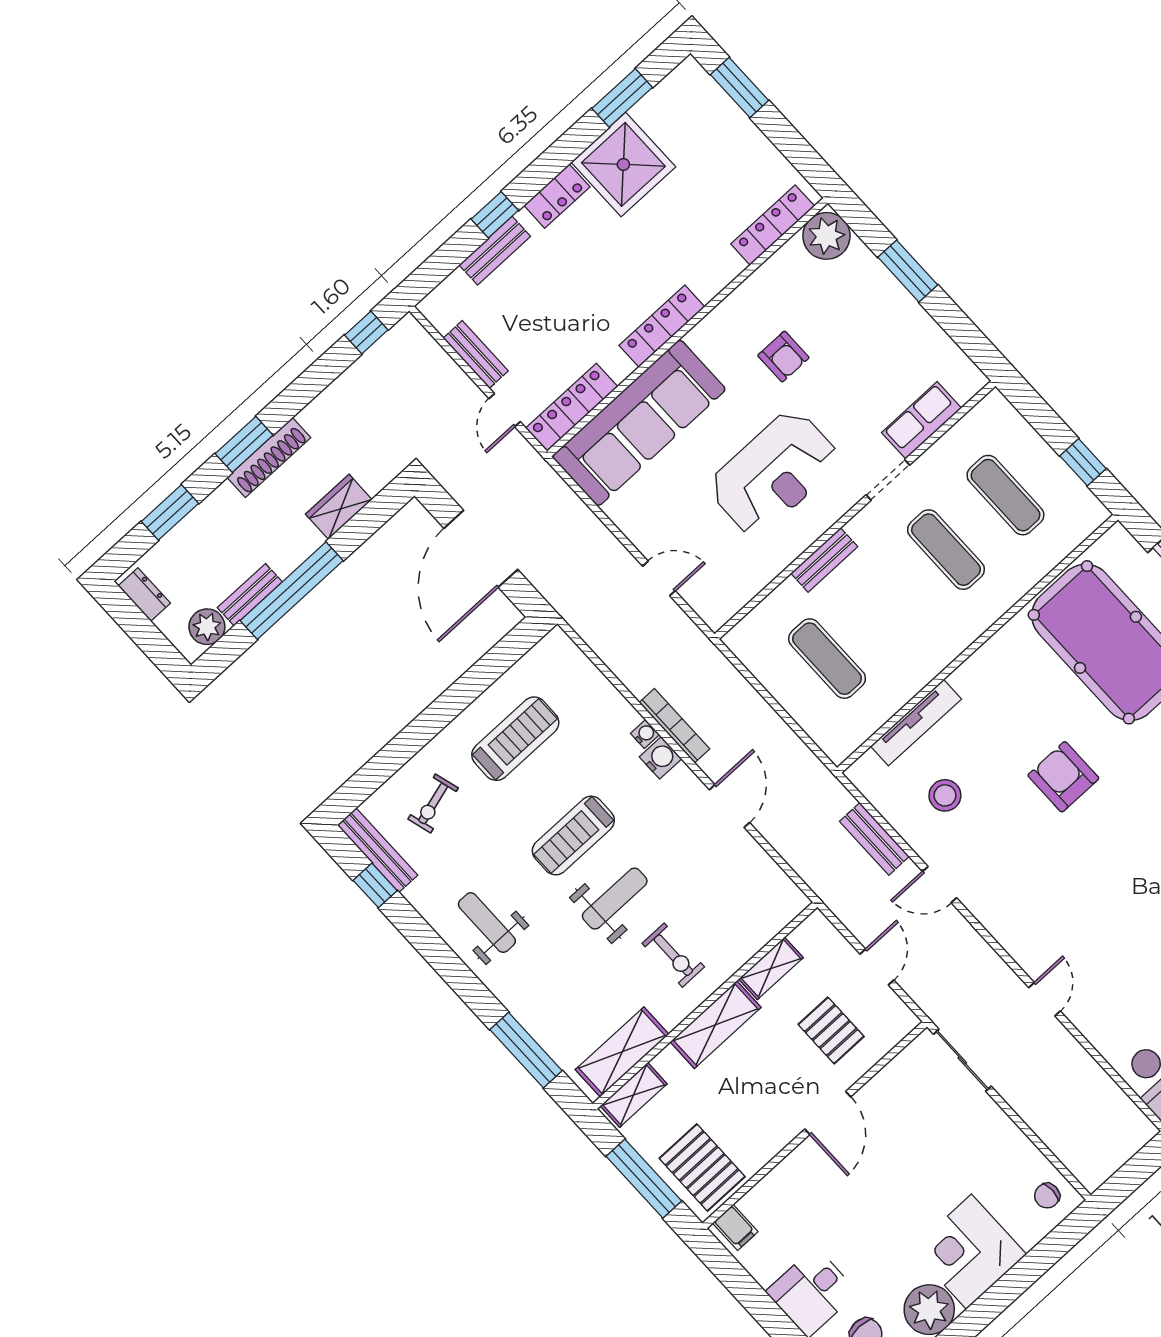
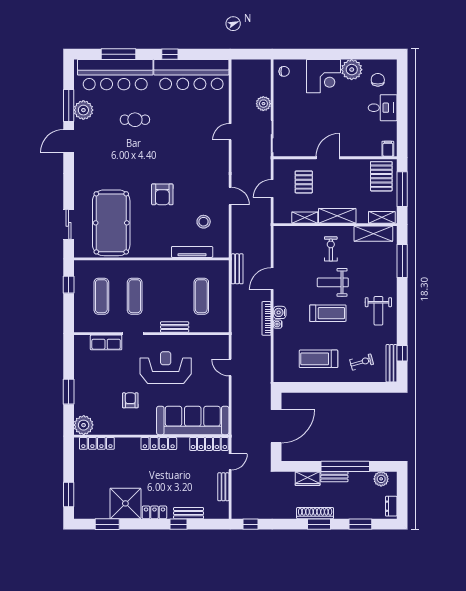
bench: (250, 595) -> (334, 477), moved
bench: (874, 839) -> (237, 269), moved
plant: (1031, 1104) -> (263, 104), added

